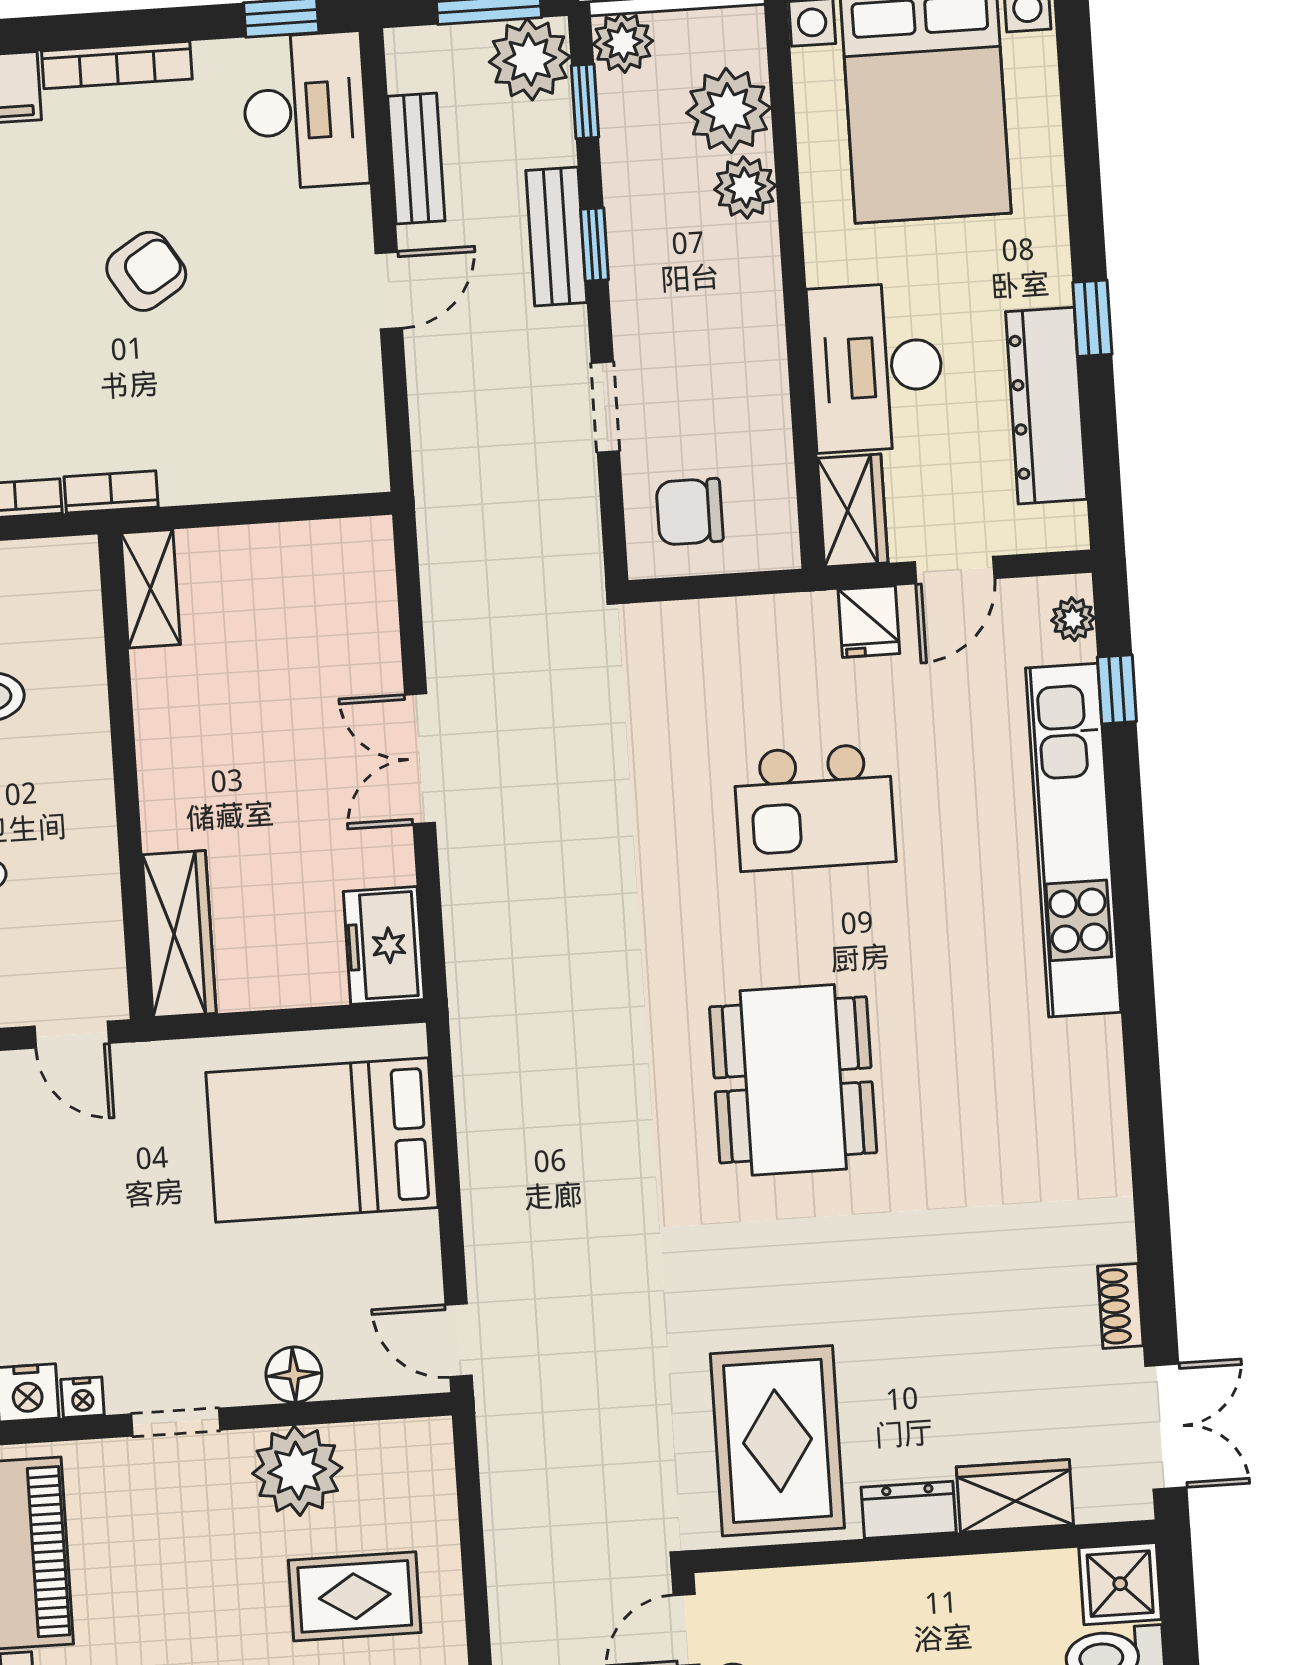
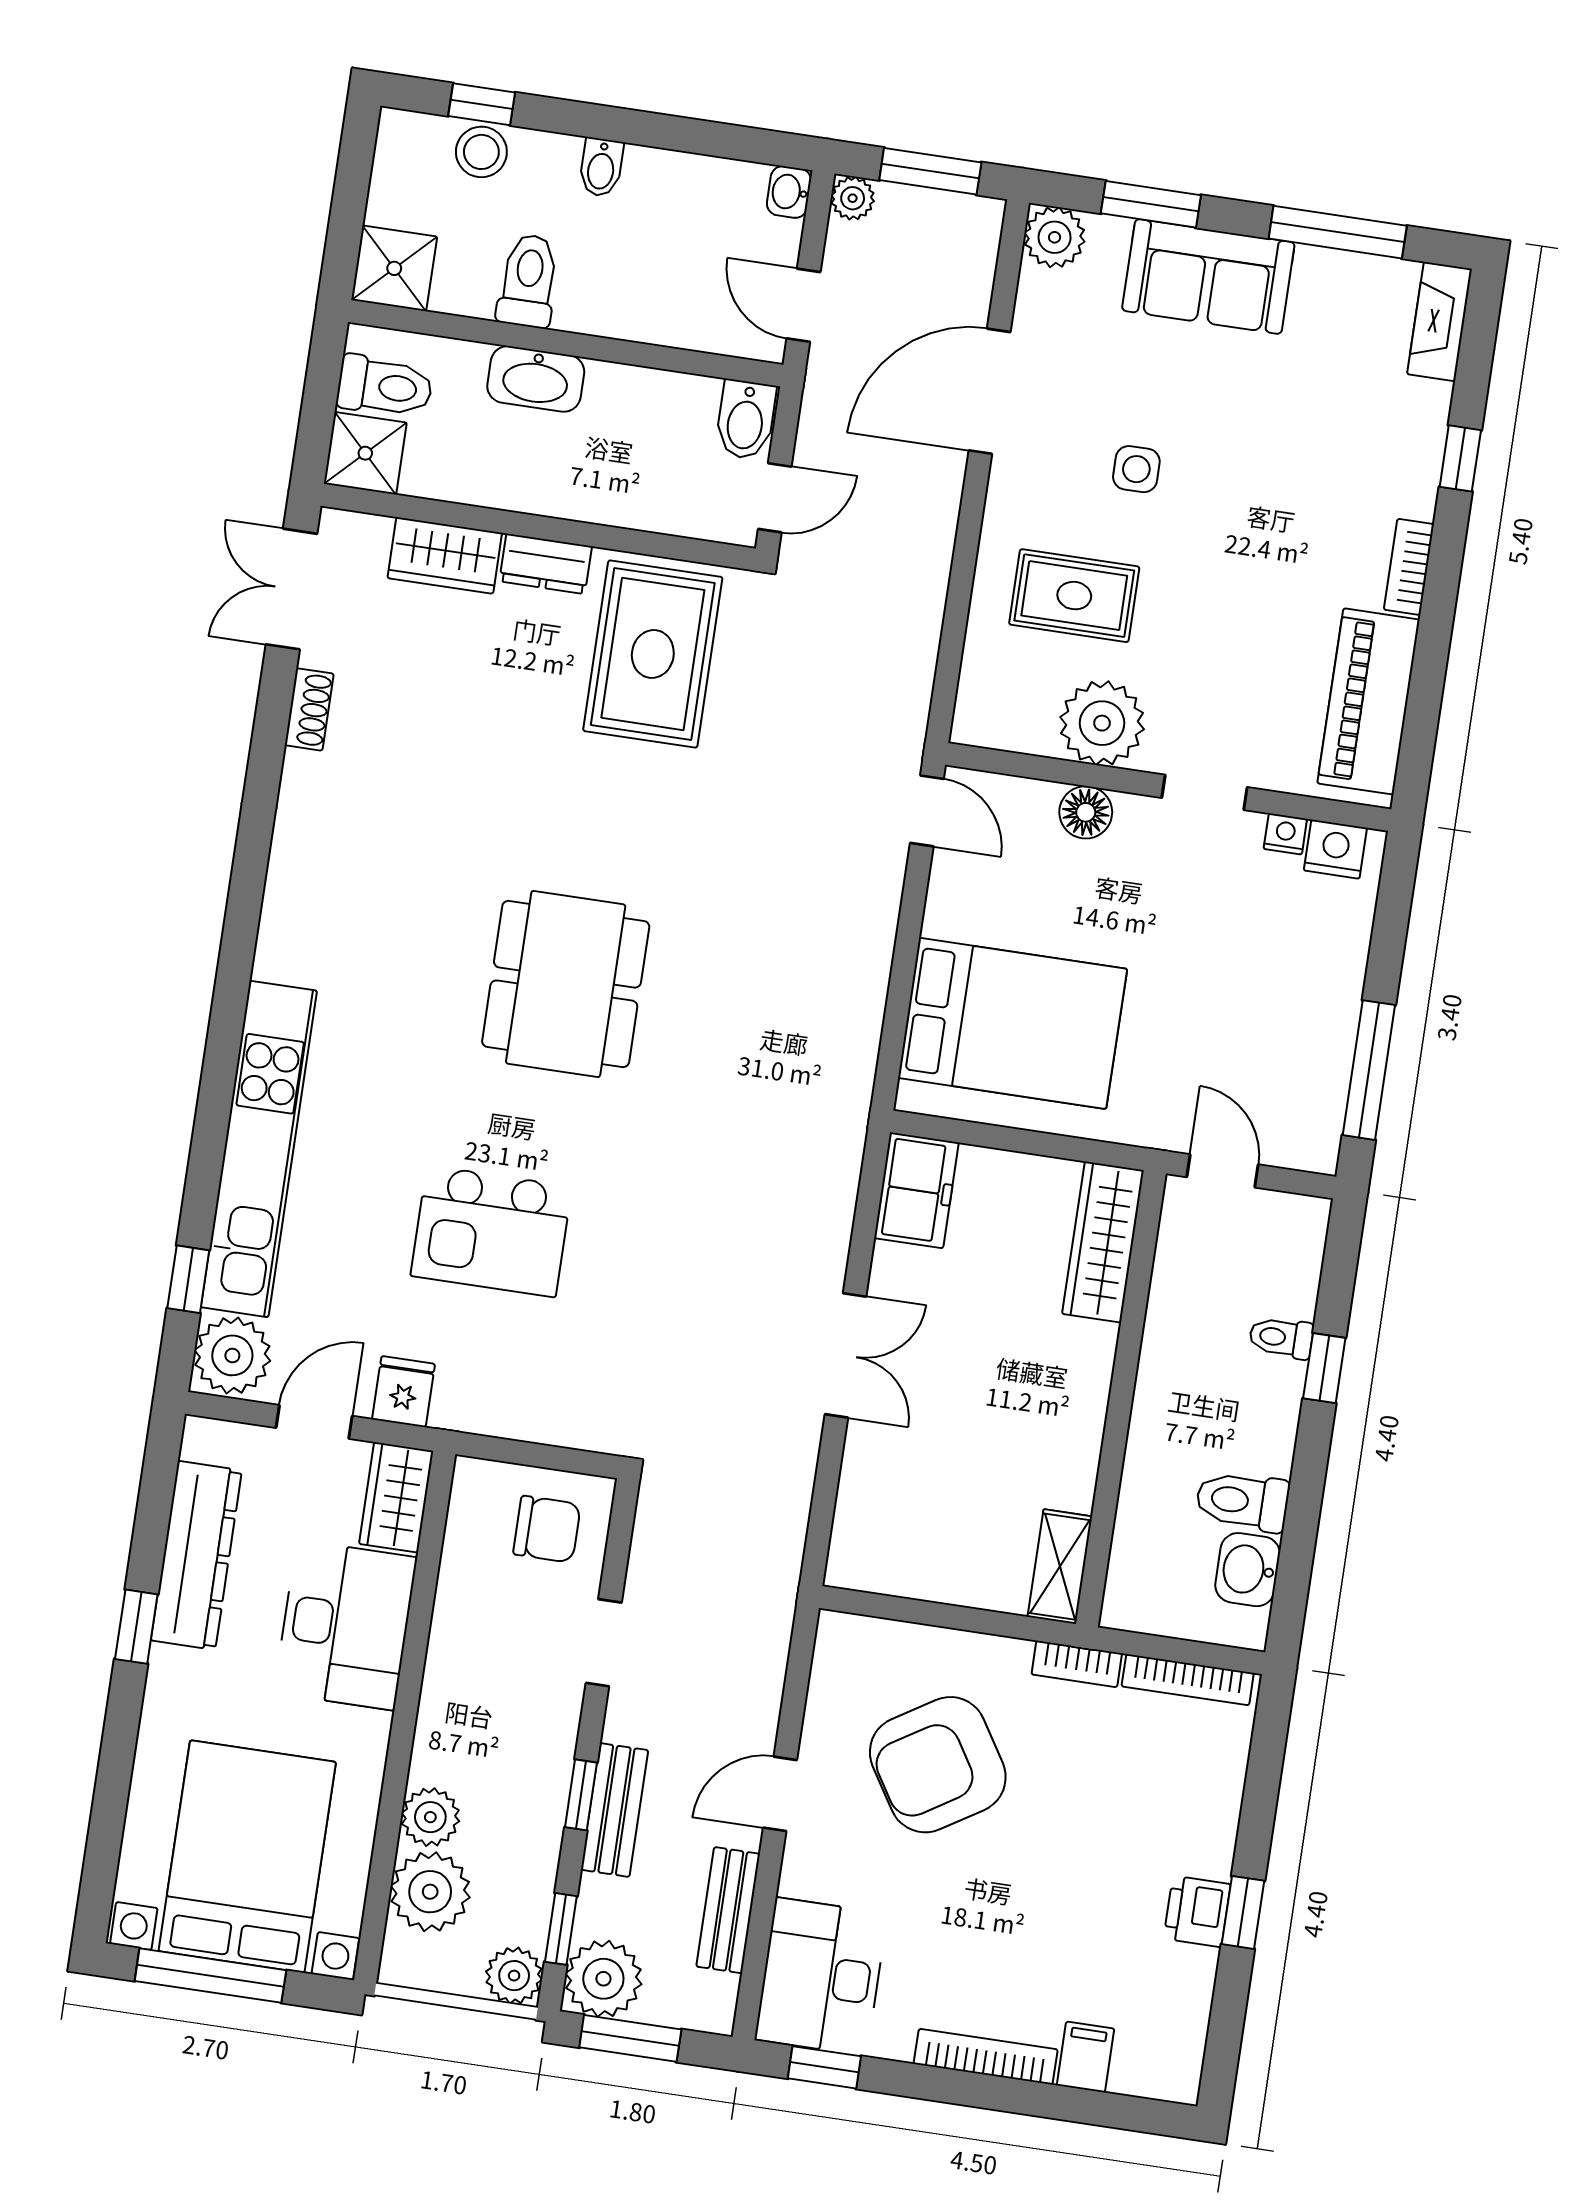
armchair: (146, 271) -> (938, 1765), moved, width x1.88, depth x1.88
plant: (1073, 619) -> (232, 1355), width x1.88, depth x1.88
kitchen island: (815, 807) -> (491, 1231), turned 180

